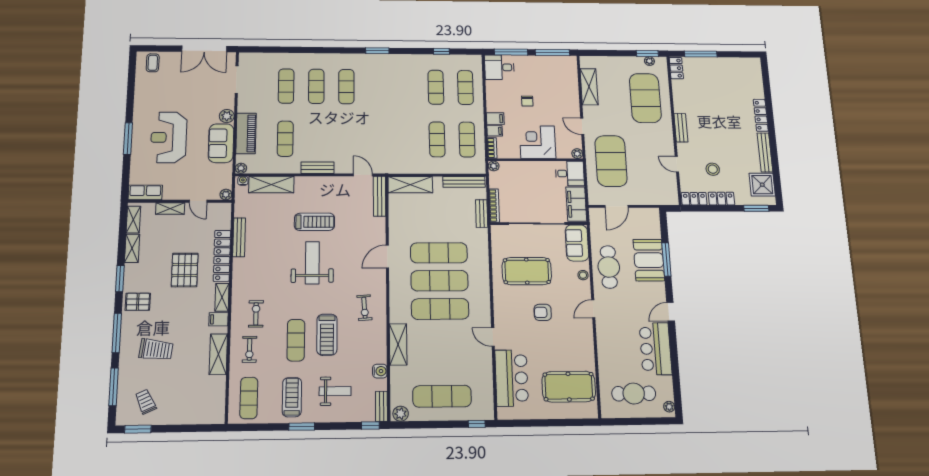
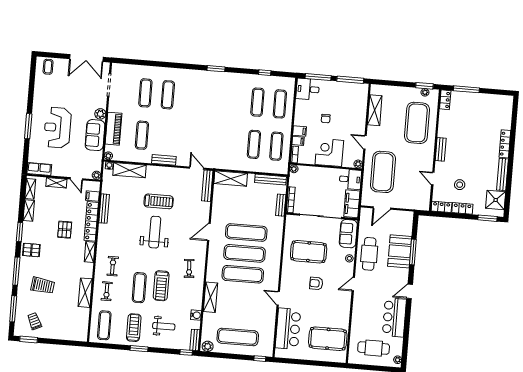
exercise mat: (346, 87) -> (190, 97), removed
pallet: (185, 270) -> (65, 230), width x0.67, depth x0.71
filing cabinet: (219, 319) -> (92, 196), moved

